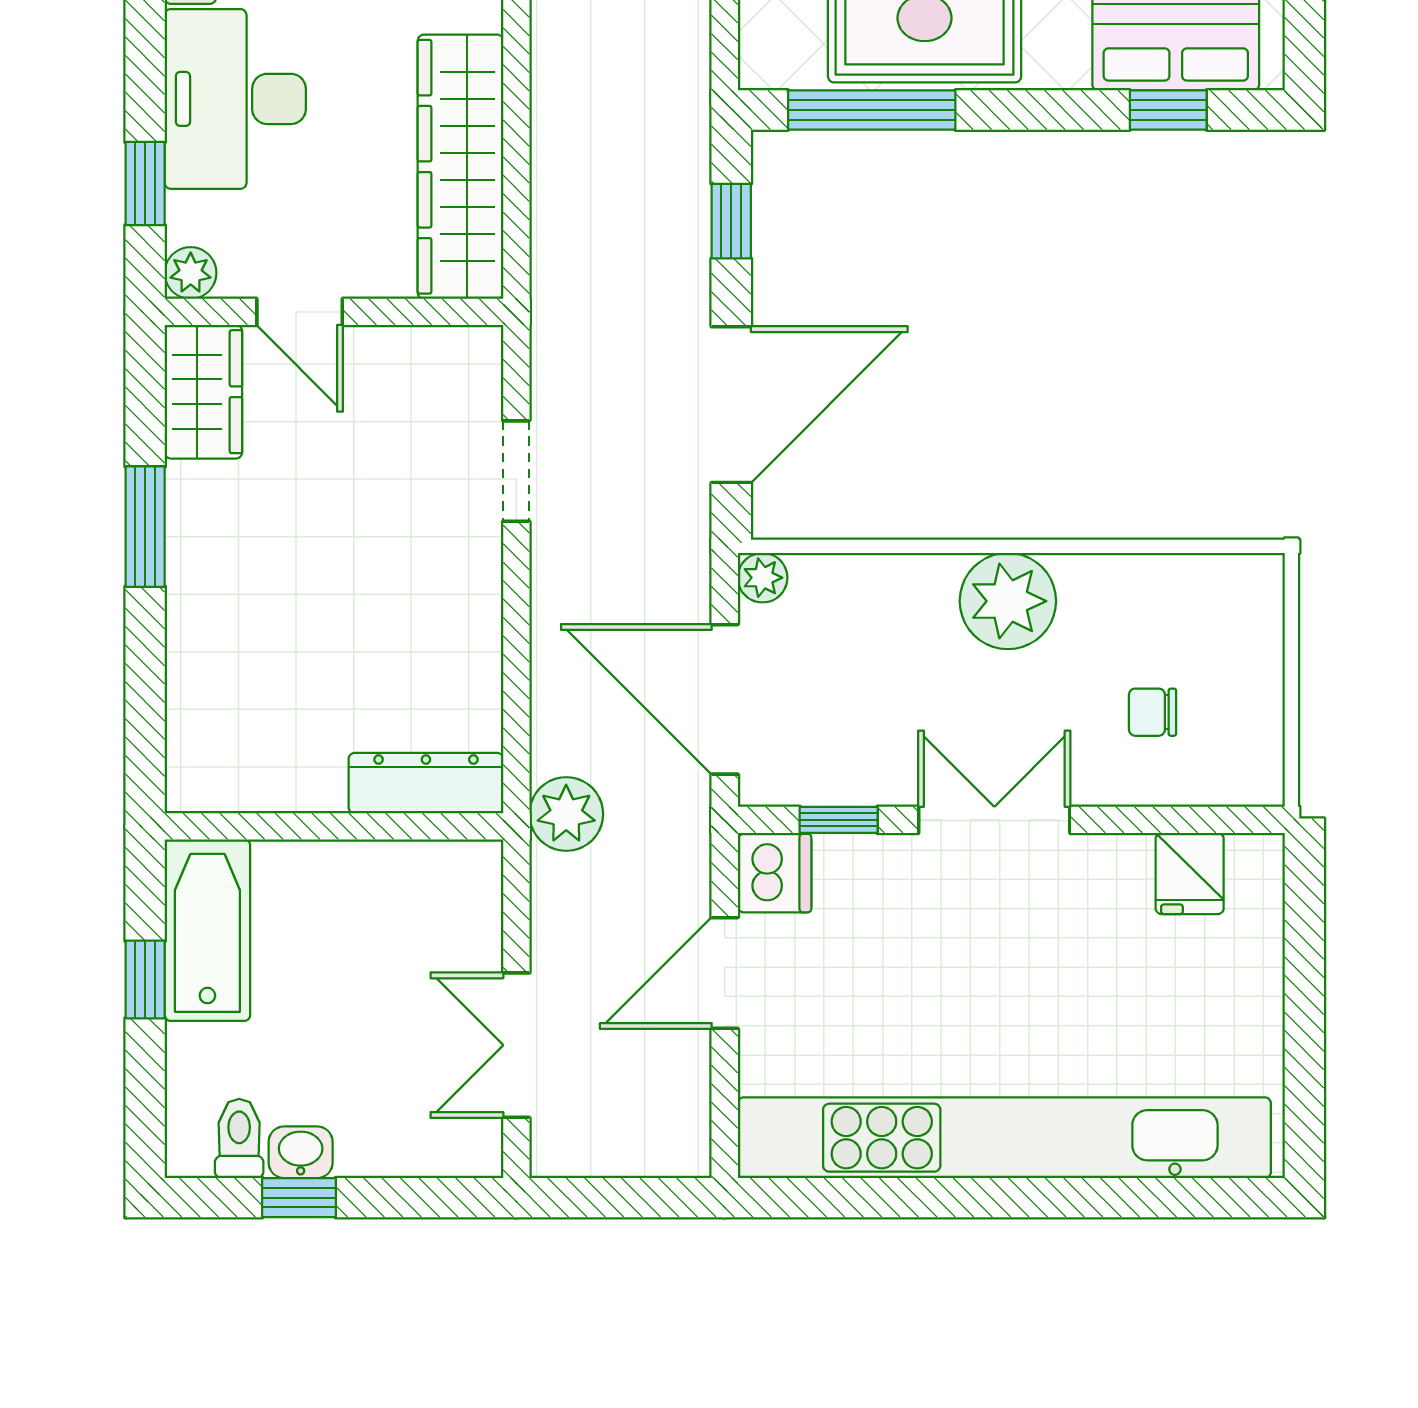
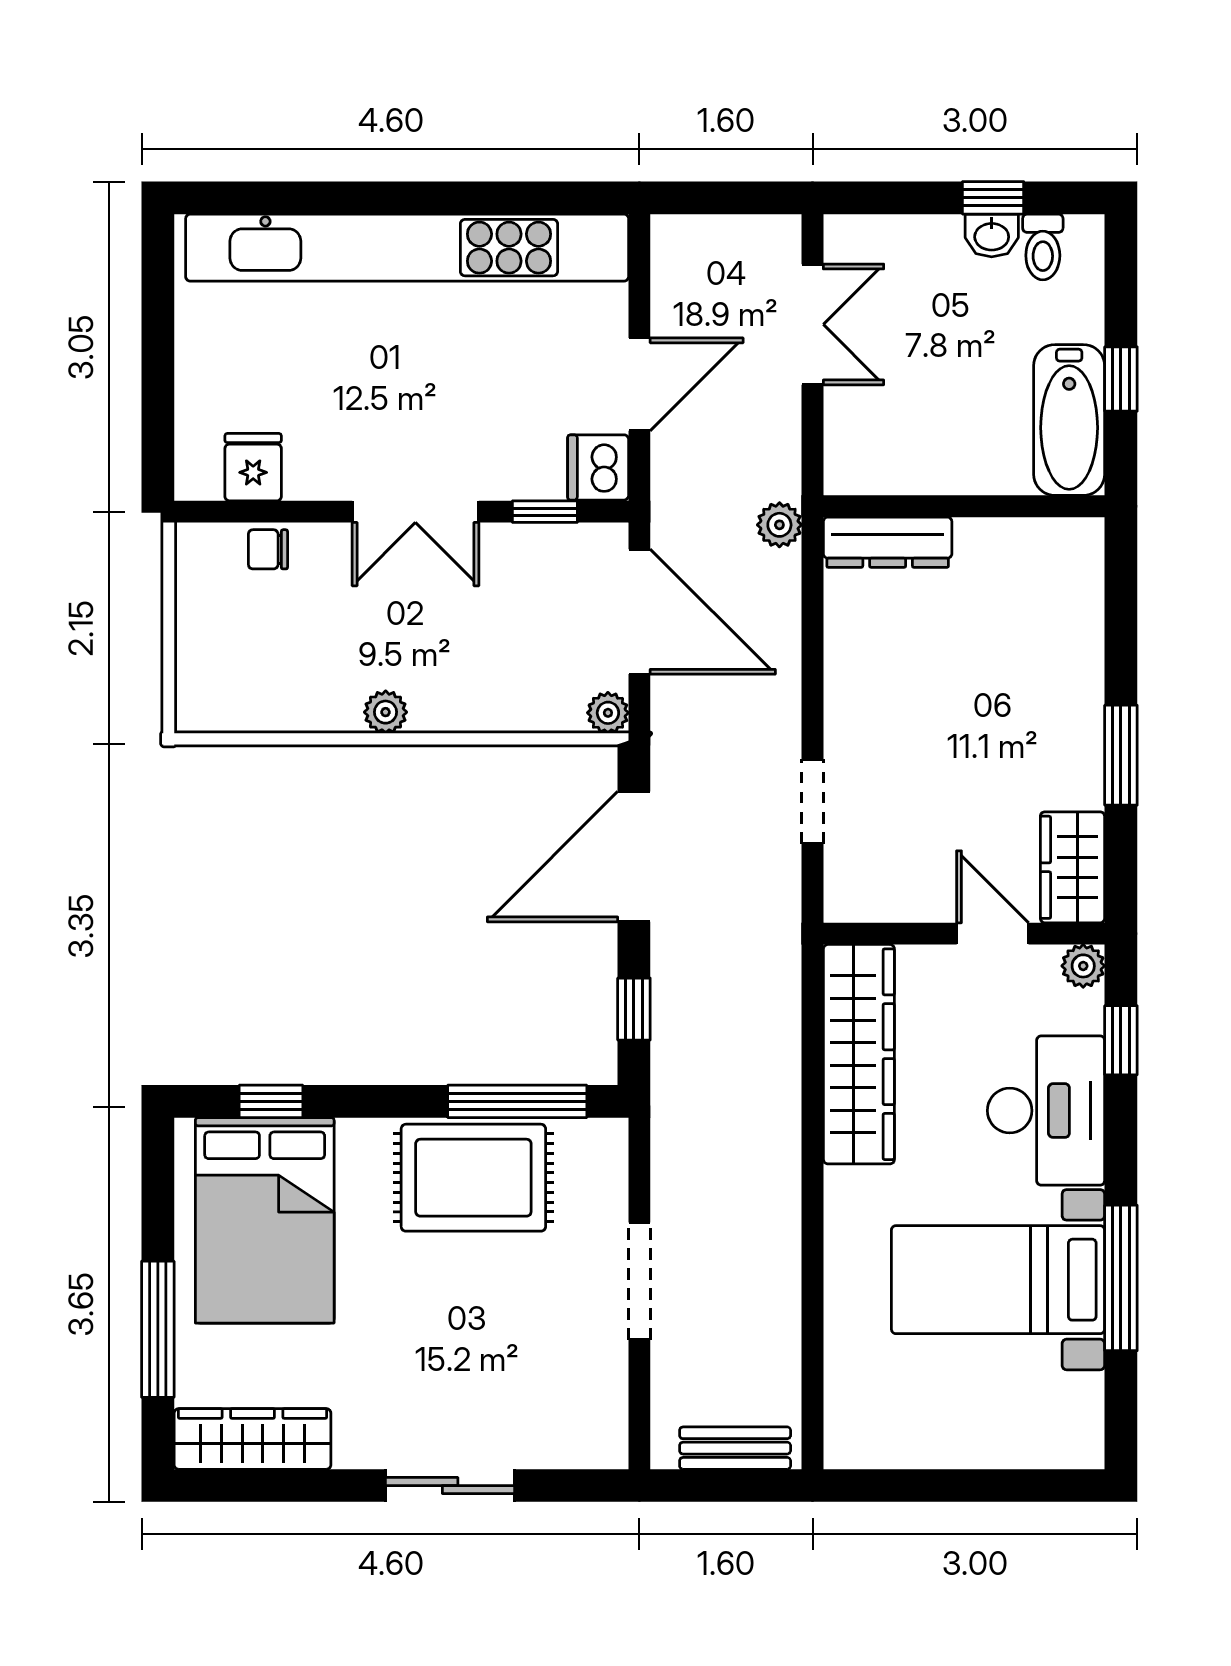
plant: (1008, 601) -> (386, 712), width x0.53, depth x0.53
chair: (1153, 712) -> (268, 549), moved, turned 180
plant: (566, 814) -> (779, 525), width x0.73, depth x0.73

